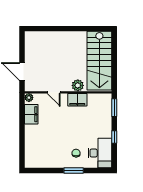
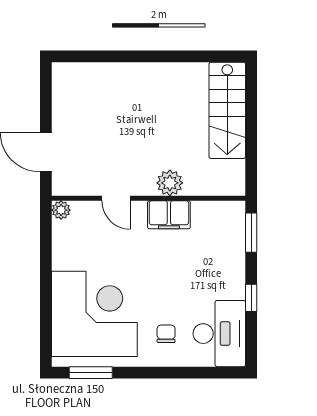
stairs: (99, 61) -> (227, 110), width x0.73, depth x0.66
filing cabinet: (31, 114) -> (66, 247), removed
corner desk: (44, 144) -> (94, 314), added
window: (74, 170) -> (91, 373), moved

